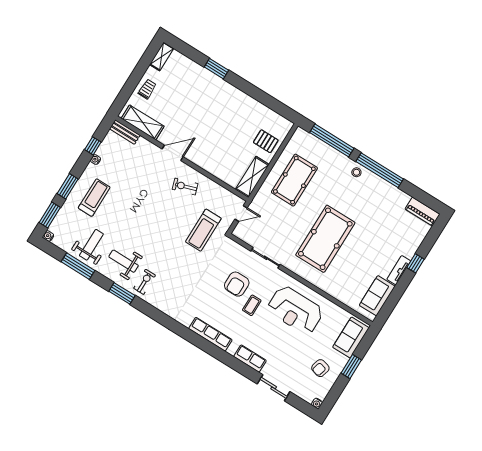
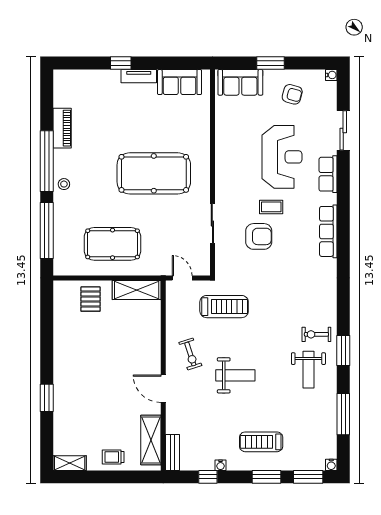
piano: (422, 212) -> (62, 128), moved
weight bench: (91, 245) -> (235, 375), moved, turned 180
reception desk: (295, 310) -> (282, 157), moved

